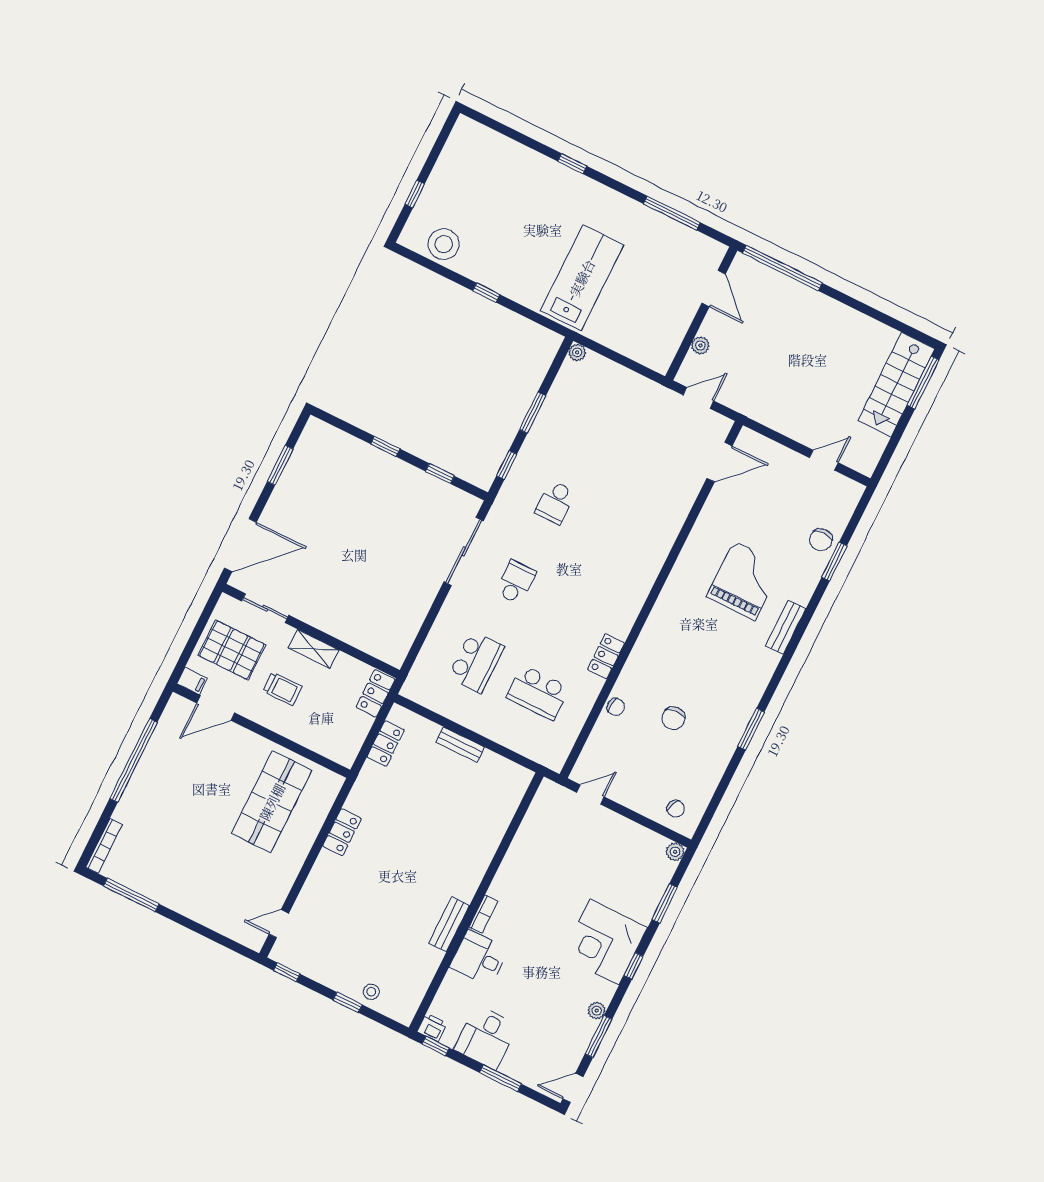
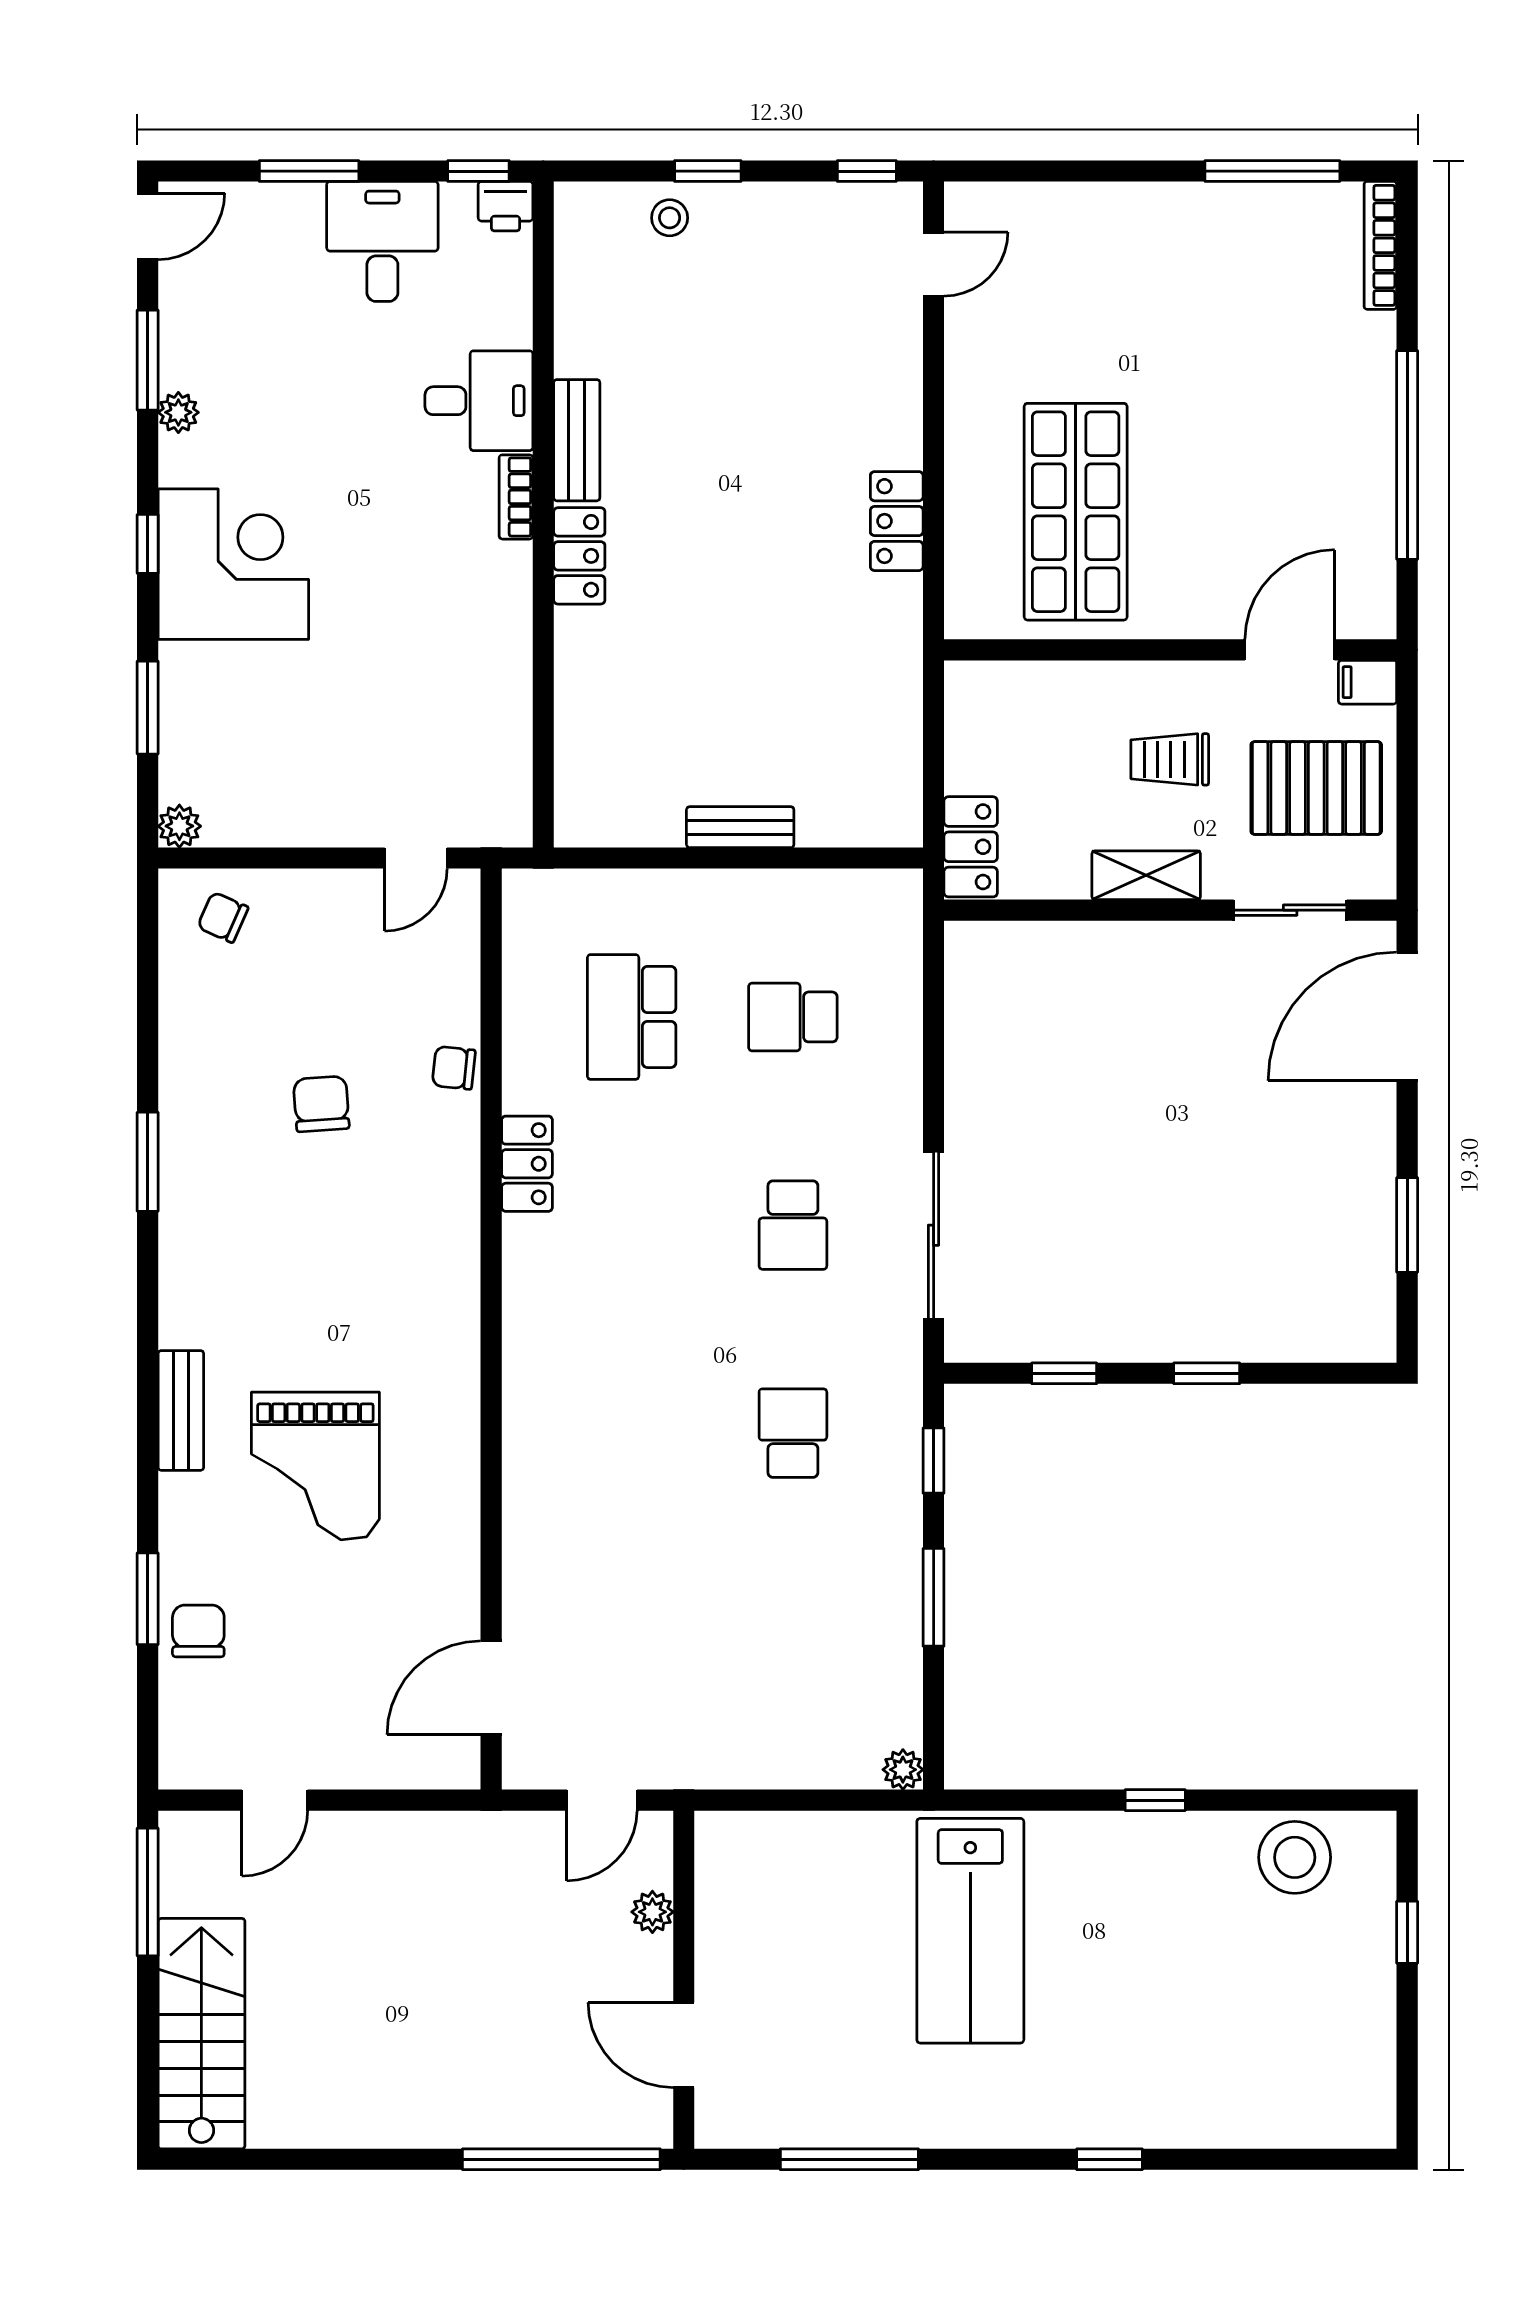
window: (923, 383) -> (148, 1892), moved
school desk: (476, 662) -> (793, 1017), width x0.54
school desk: (538, 693) -> (632, 1017), turned -90
locker: (386, 744) -> (579, 556), moved, turned 180

